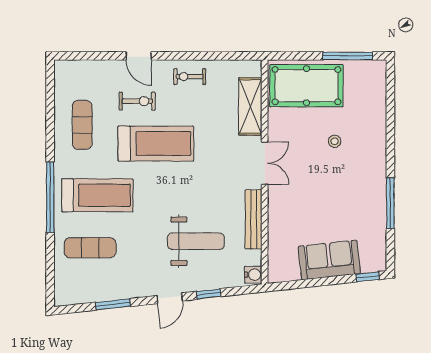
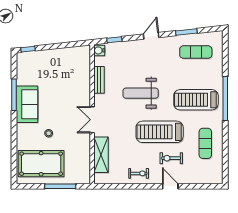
window: (348, 56) -> (60, 186), moved
pool table: (306, 86) -> (41, 164), moved
bench: (254, 219) -> (99, 80), width x0.73
weight bench: (196, 241) -> (141, 93), moved
exercise mat: (90, 248) -> (196, 52), moved
sofa: (329, 260) -> (27, 104), moved, turned -84
window: (209, 294) -> (114, 40), moved

